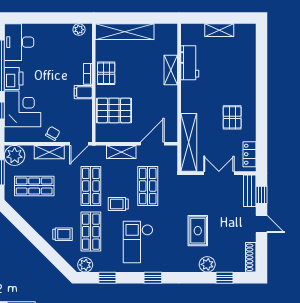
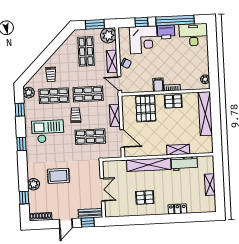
shelving: (189, 142) -> (149, 165), moved
locker: (249, 154) -> (177, 209), moved

